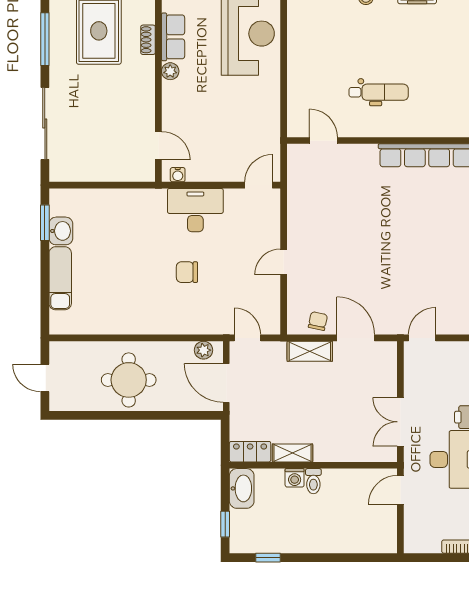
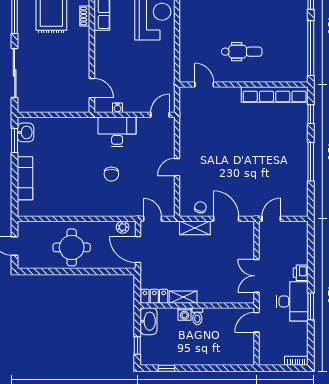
plant: (170, 71) -> (100, 37), removed
water cooler: (178, 175) -> (118, 108), moved
washbasin: (61, 231) -> (26, 132), moved
chair: (187, 272) -> (111, 174), turned -90

